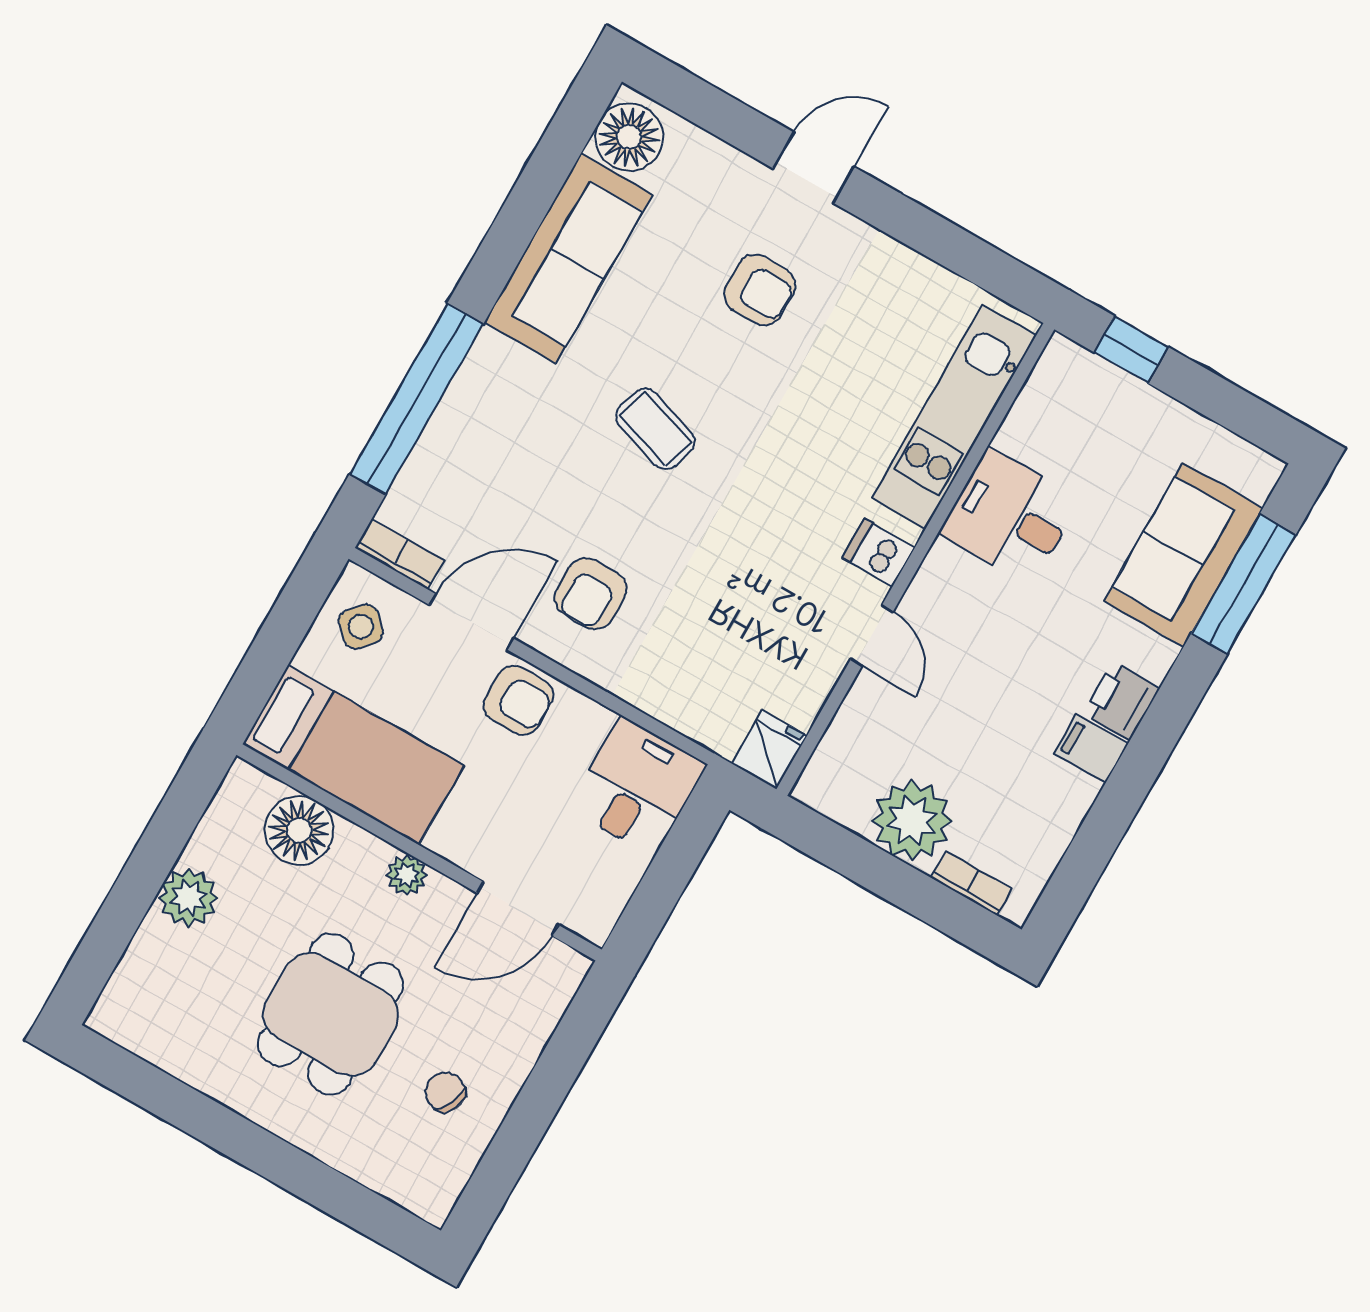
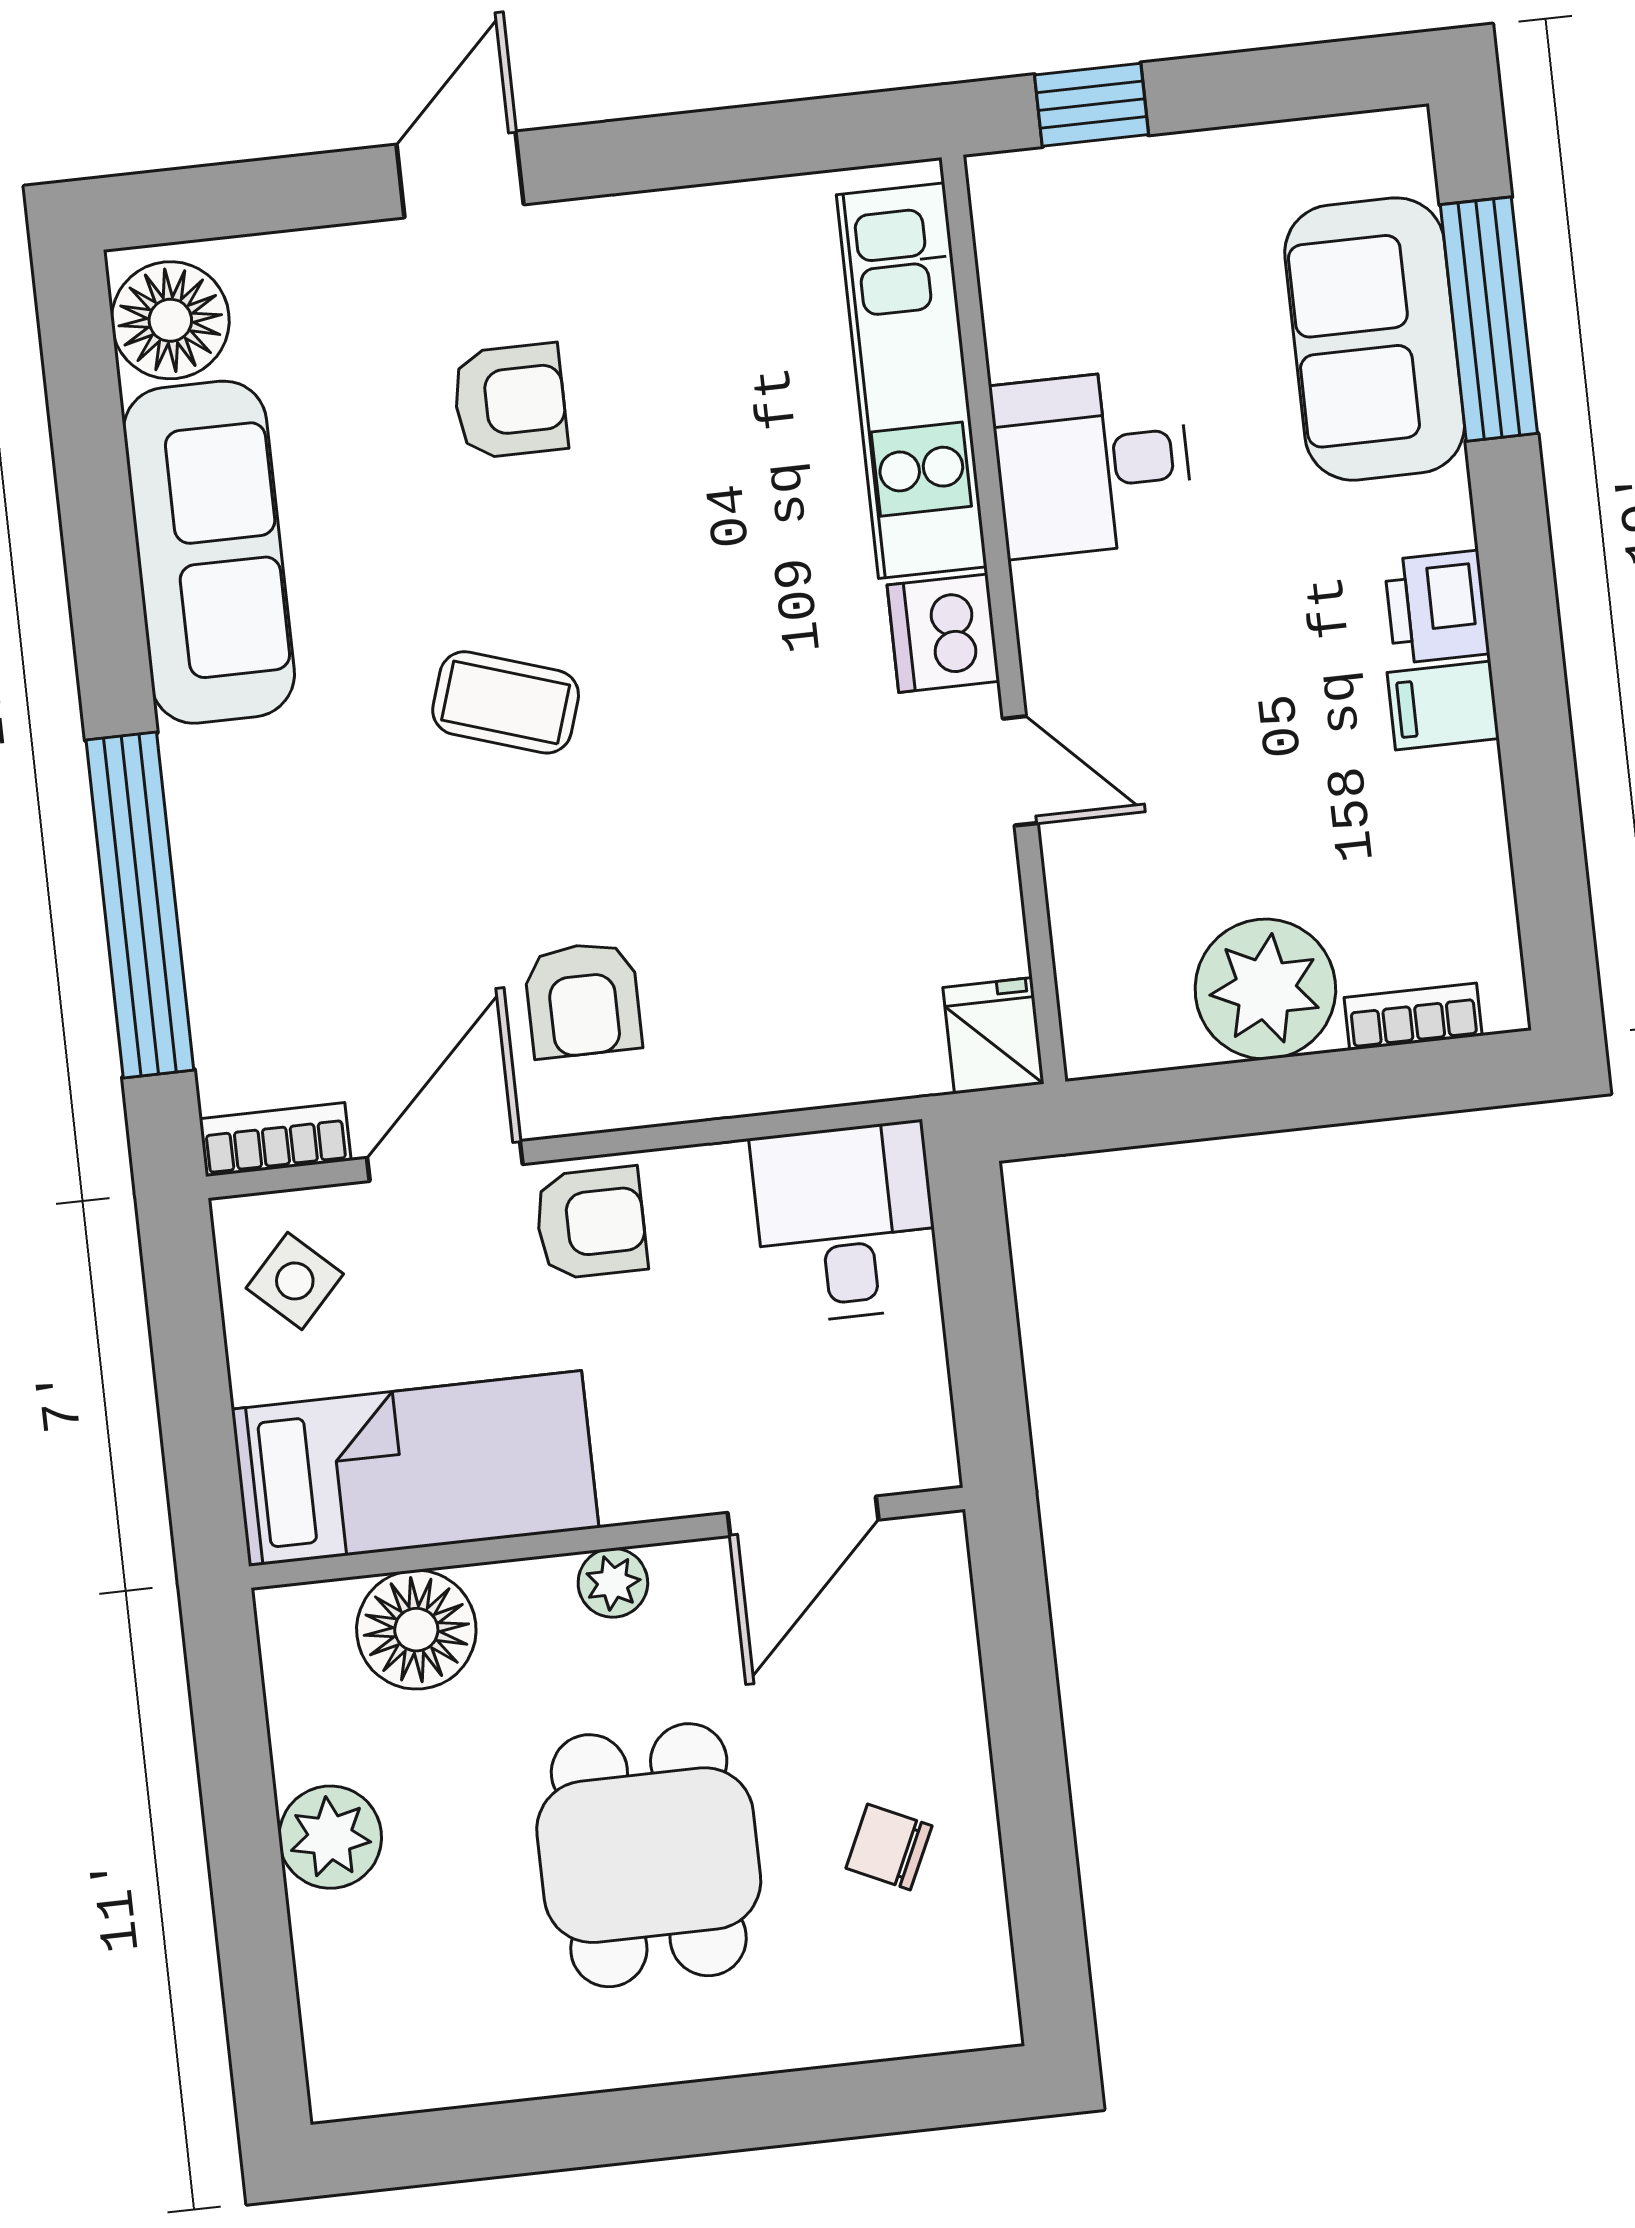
dishwasher: (879, 553) -> (943, 633), width x1.38

